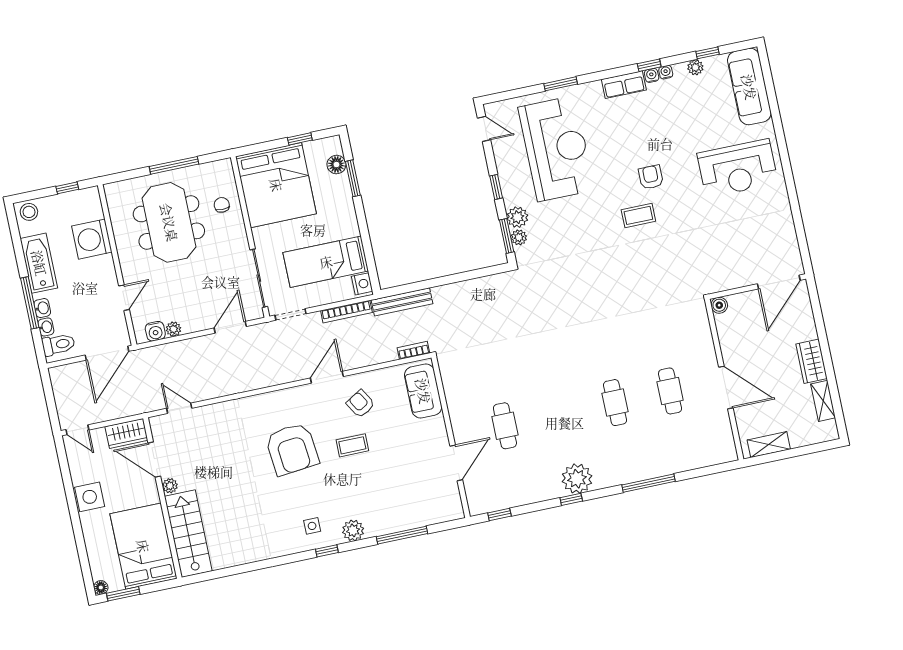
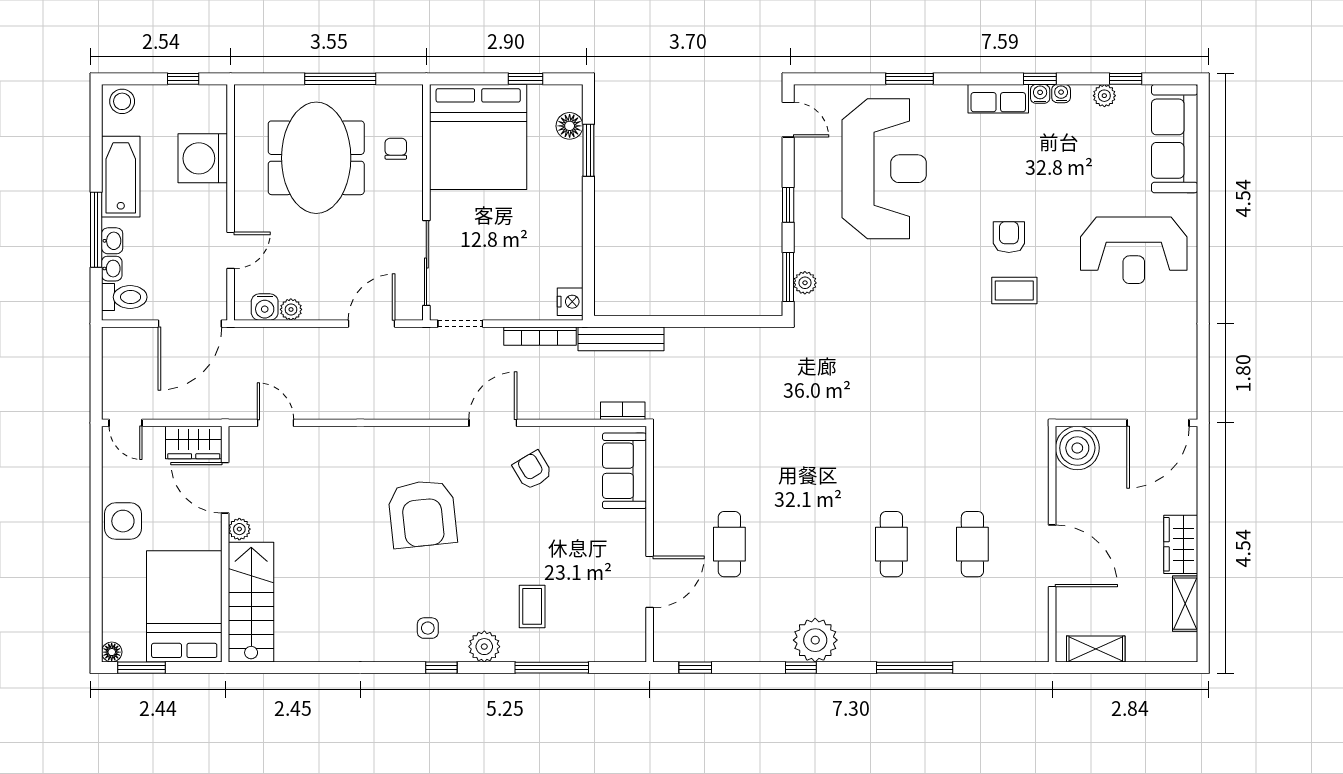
coffee table: (638, 215) -> (1014, 290), moved
plant: (517, 217) -> (809, 254), removed
bed: (326, 262) -> (525, 260), removed
boiler: (719, 305) -> (1077, 448), width x1.86, depth x1.86
coffee table: (352, 445) -> (532, 606), moved, turned 90

